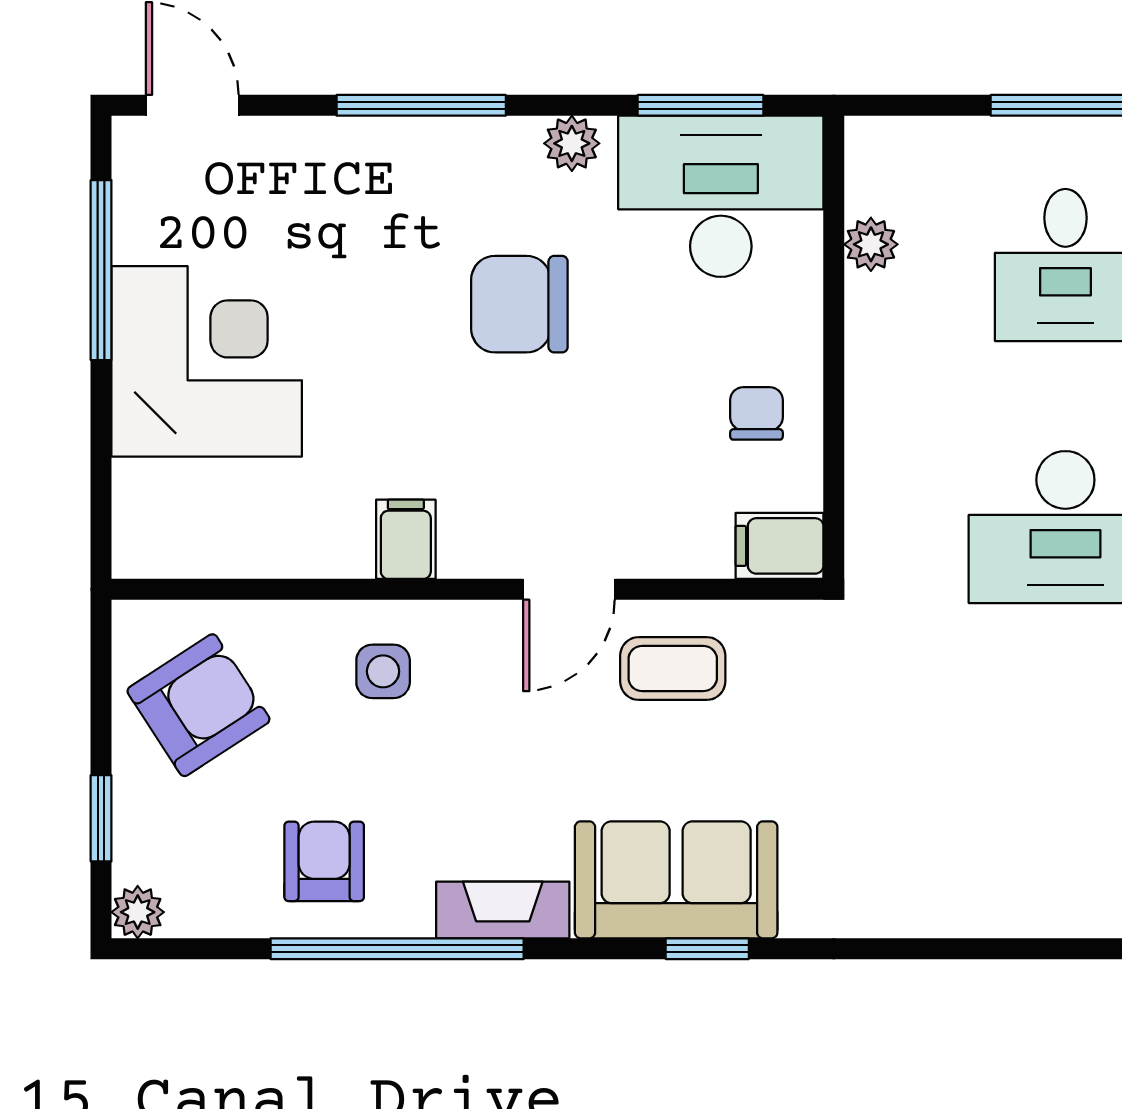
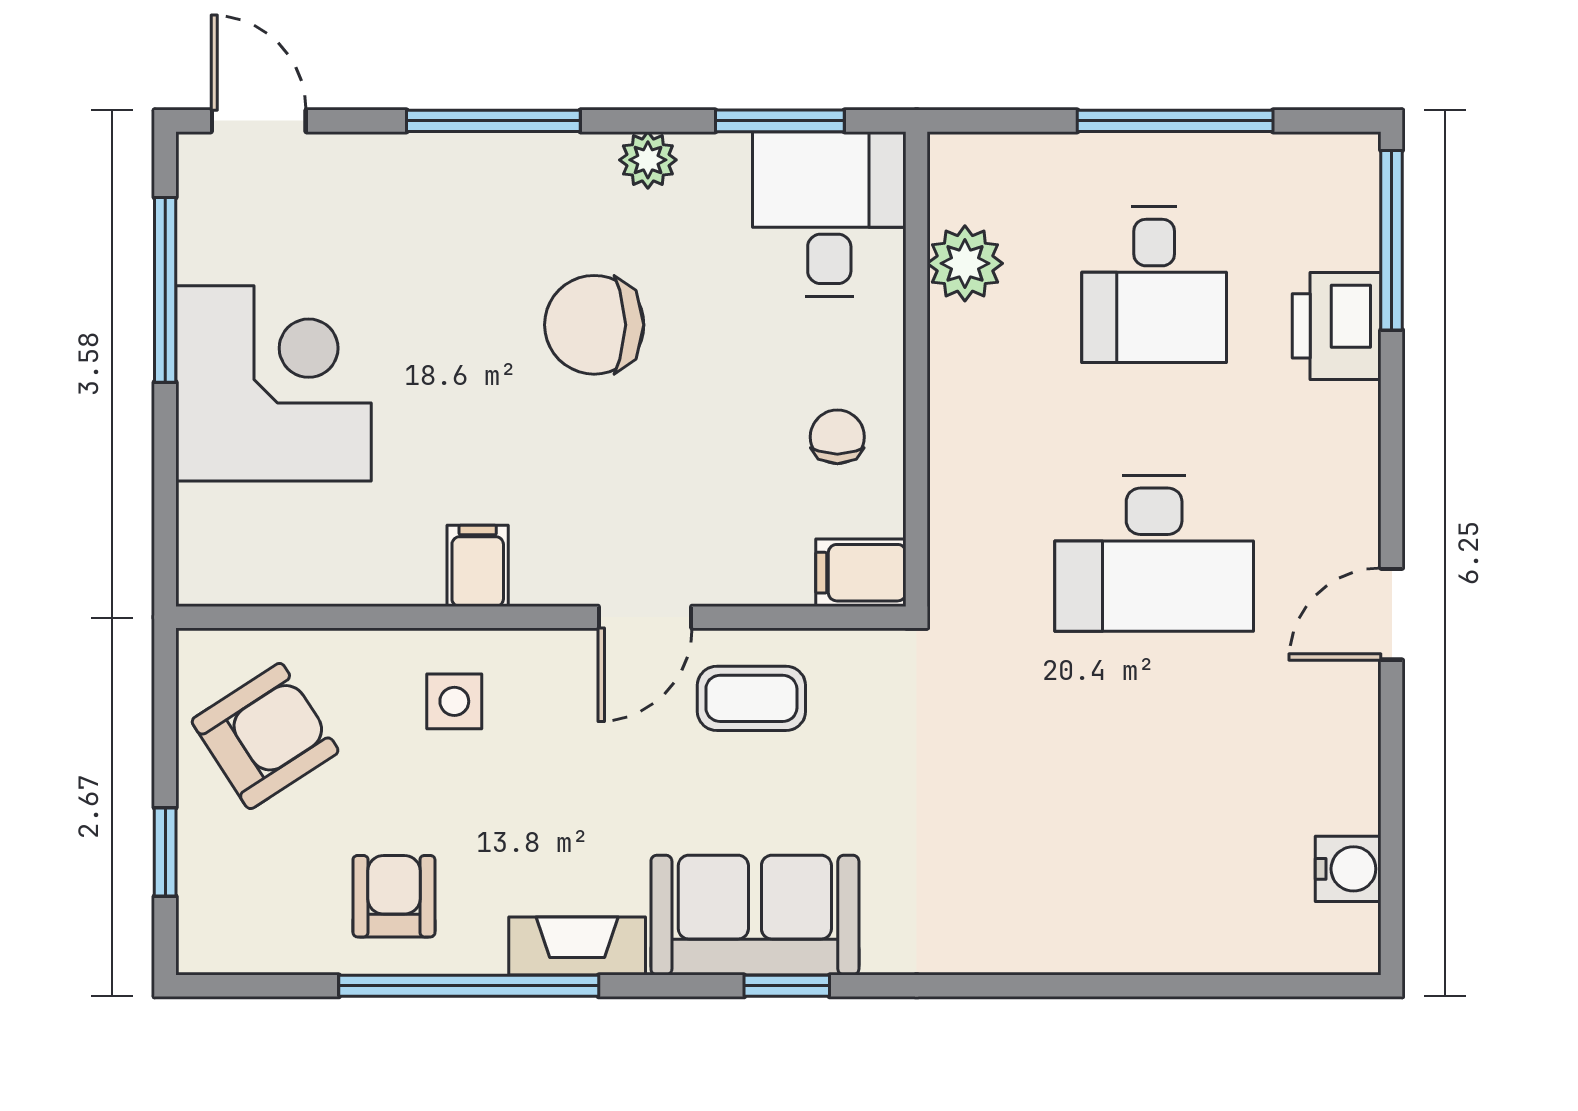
desk: (721, 196) -> (829, 214), width x0.73
plant: (871, 244) -> (965, 263), width x1.38, depth x1.38
plant: (138, 912) -> (203, 948), removed

